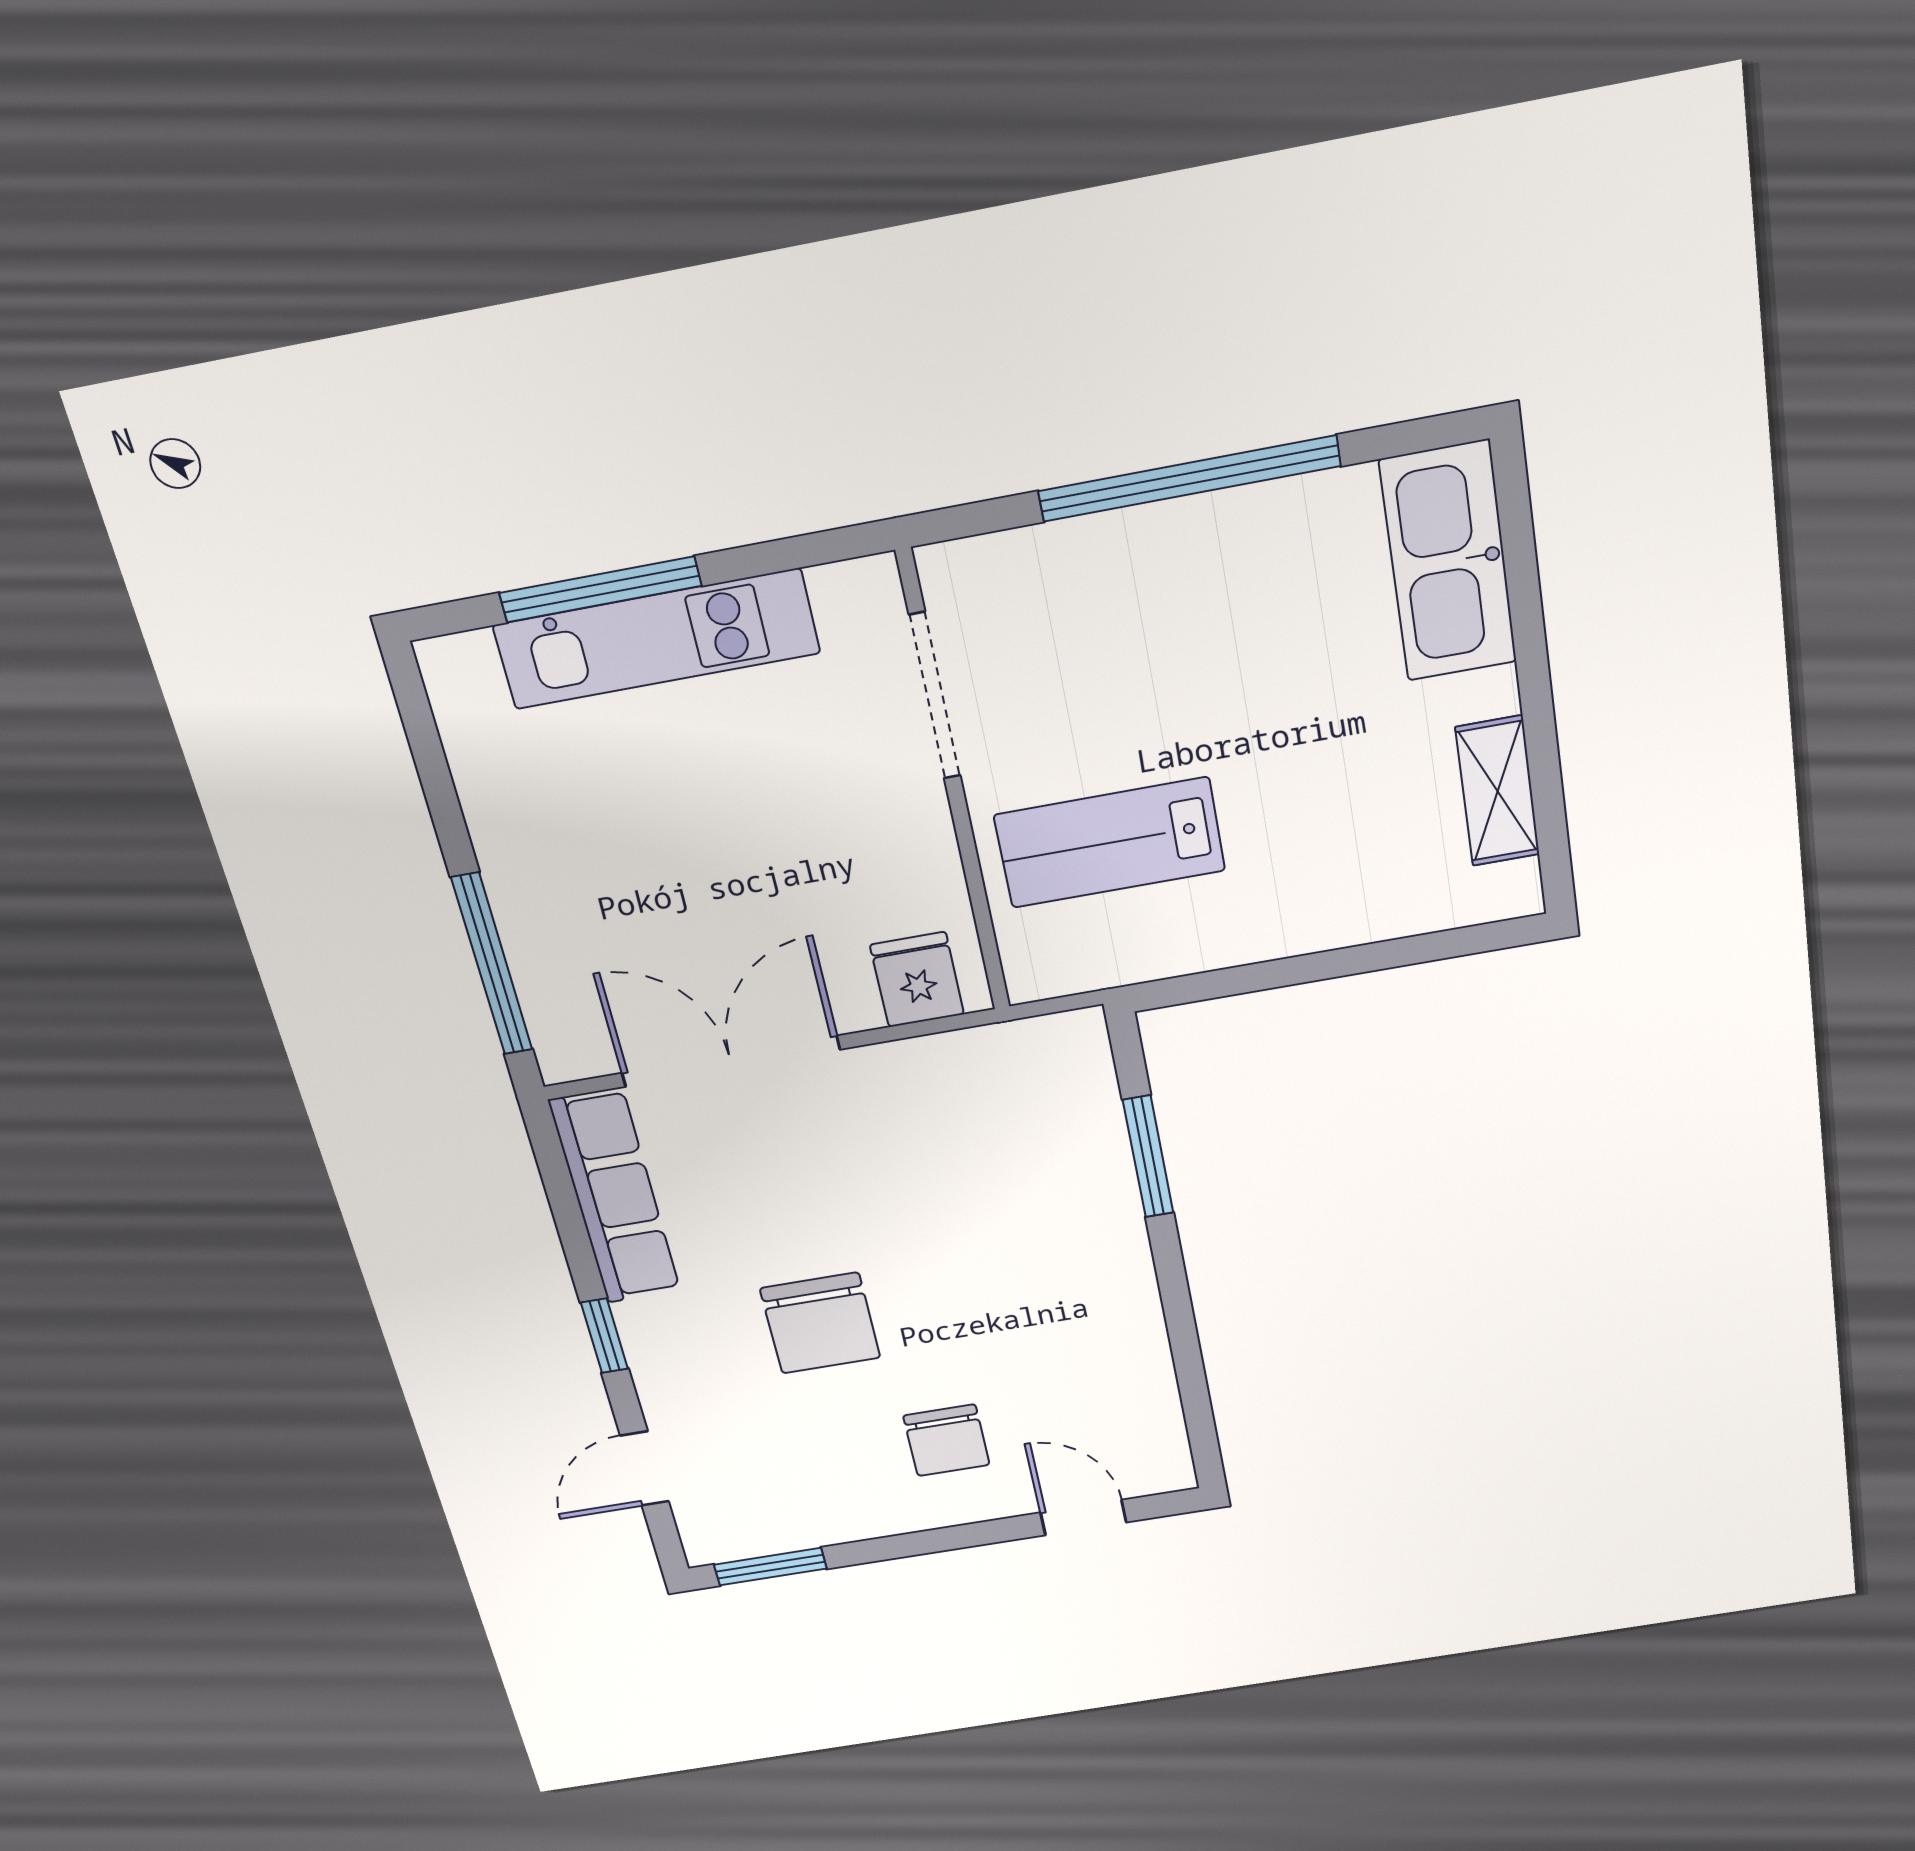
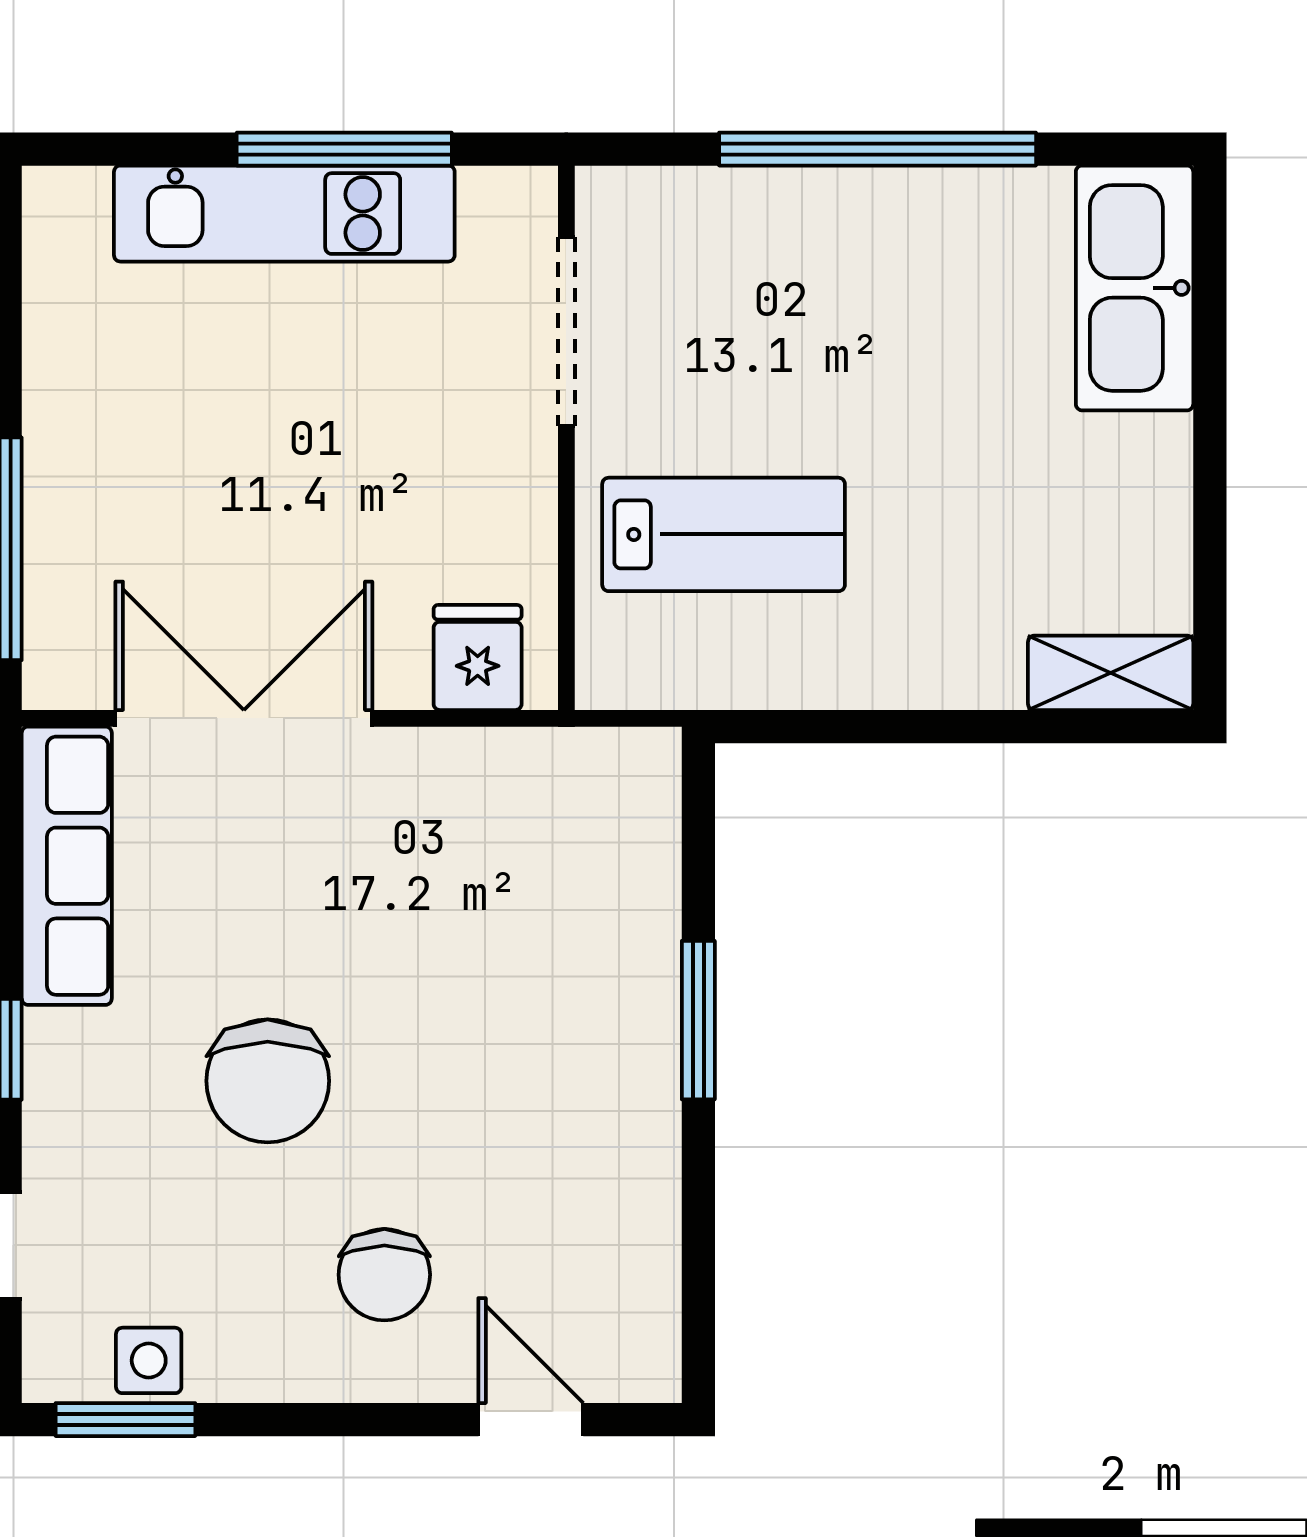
window: (600, 589) -> (344, 149), moved
shelving: (1498, 791) -> (1111, 673), moved, turned 90
lab bench: (1110, 843) -> (724, 534), turned 180
window: (1148, 1157) -> (698, 1020), moved
side table: (778, 1526) -> (149, 1360), added

